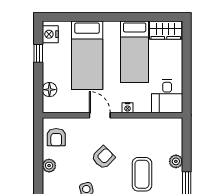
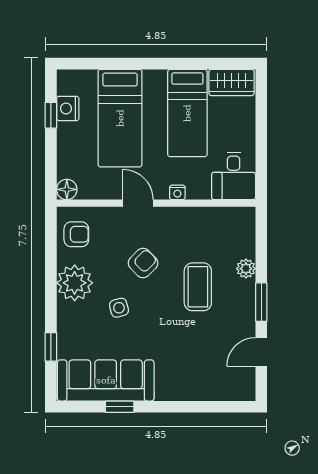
nightstand: (50, 34) -> (68, 108), moved
floor lamp: (49, 90) -> (67, 189), moved
armchair: (56, 137) -> (76, 234), turned -90
plant: (49, 166) -> (75, 283), width x1.87, depth x1.87

